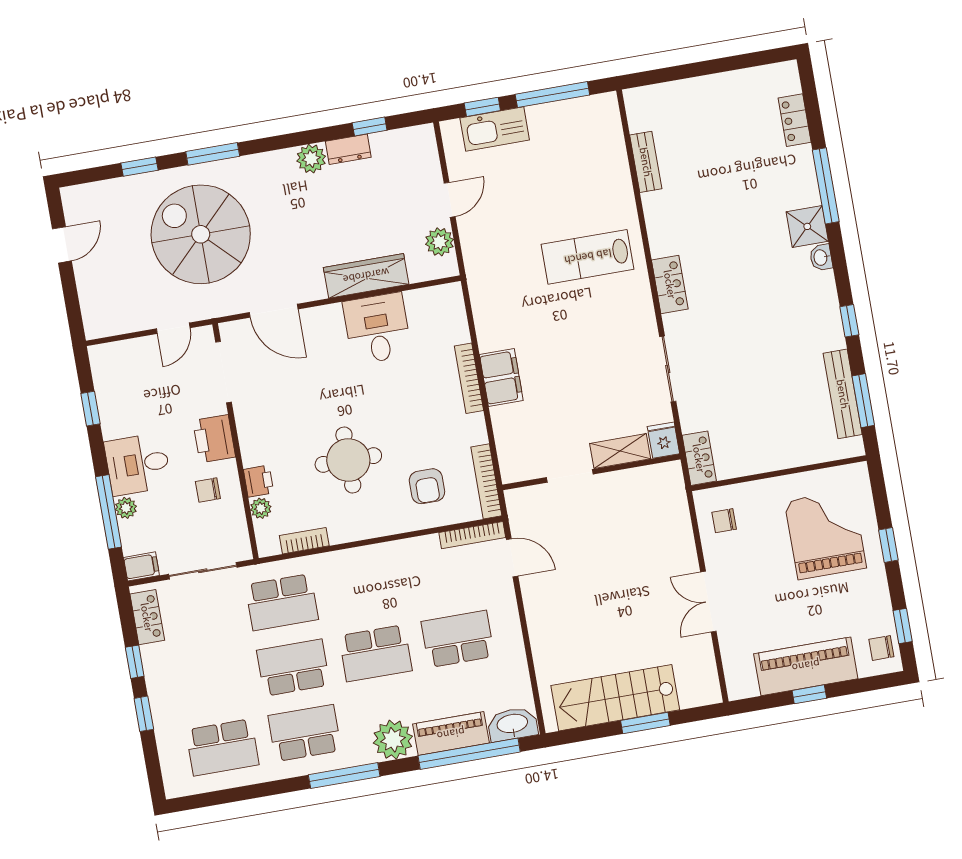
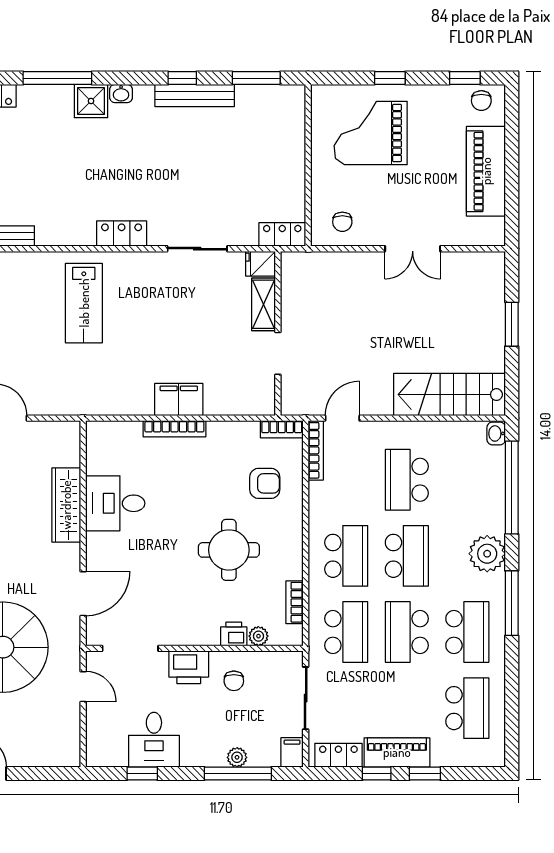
plant: (439, 242) -> (47, 434), removed
bench: (843, 394) -> (195, 95), moved
desk: (138, 464) -> (154, 740), moved
bookcase: (486, 481) -> (282, 429), width x0.64
school desk: (364, 588) -> (346, 556), added
window: (809, 694) -> (512, 172), removed
stairs: (615, 698) -> (449, 395), moved, turned 90
washbasin: (512, 724) -> (496, 433), width x0.52, depth x0.69
school desk: (305, 733) -> (467, 632), turned 180
piano: (451, 734) -> (397, 752), moved, turned 90

